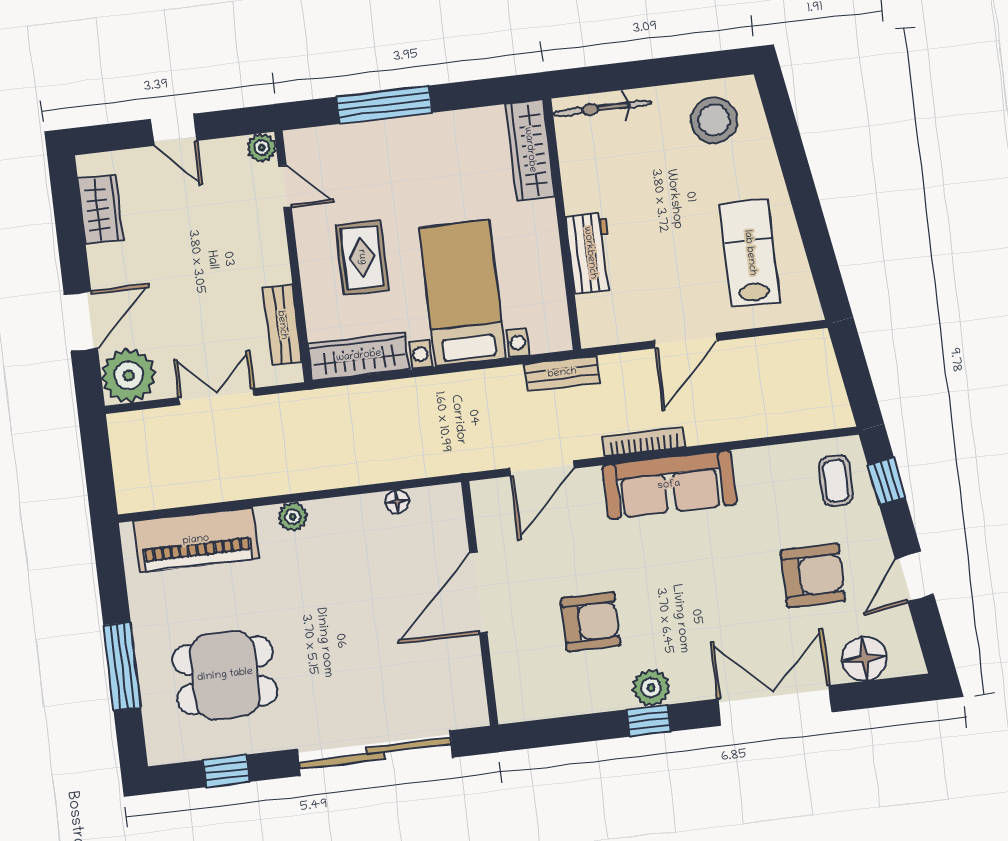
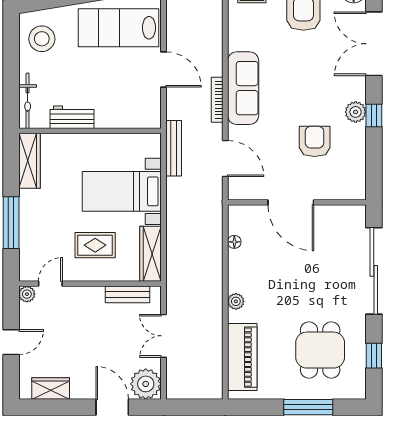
wardrobe: (530, 150) -> (29, 161), moved, turned -90
workbench: (590, 253) -> (72, 117), moved
lab bench: (750, 253) -> (118, 28), width x1.36, depth x1.39
bench: (562, 373) -> (174, 148), width x1.36

